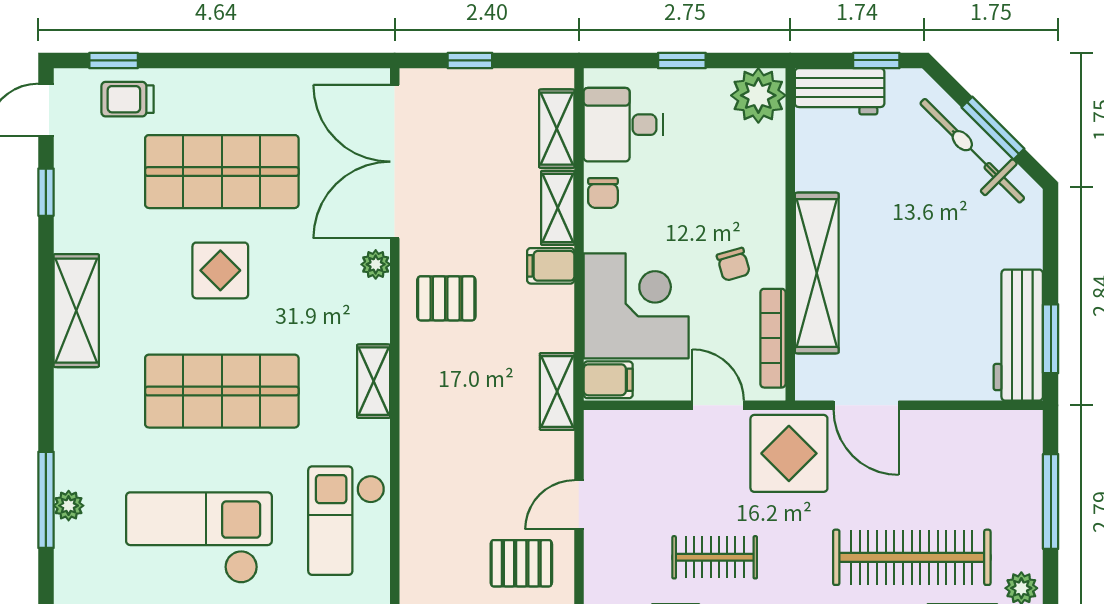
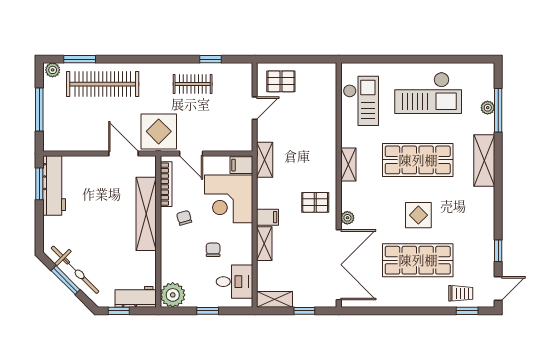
shelving: (557, 129) -> (275, 299), moved, turned 90
chair: (603, 193) -> (213, 250), moved
shelving: (76, 311) -> (484, 161), moved

